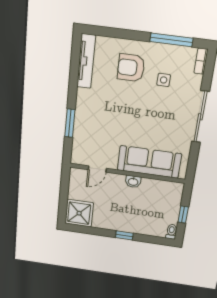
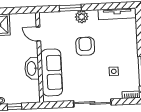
armchair: (131, 68) -> (85, 46), moved
plant: (83, 110) -> (82, 17), added
washbasin: (133, 182) -> (32, 68), width x1.91, depth x1.45

